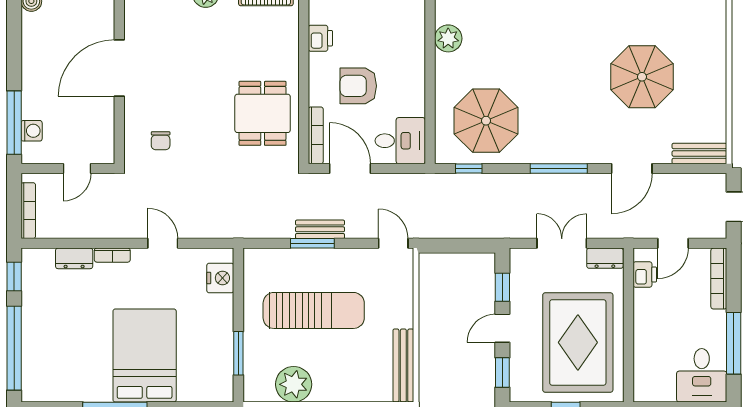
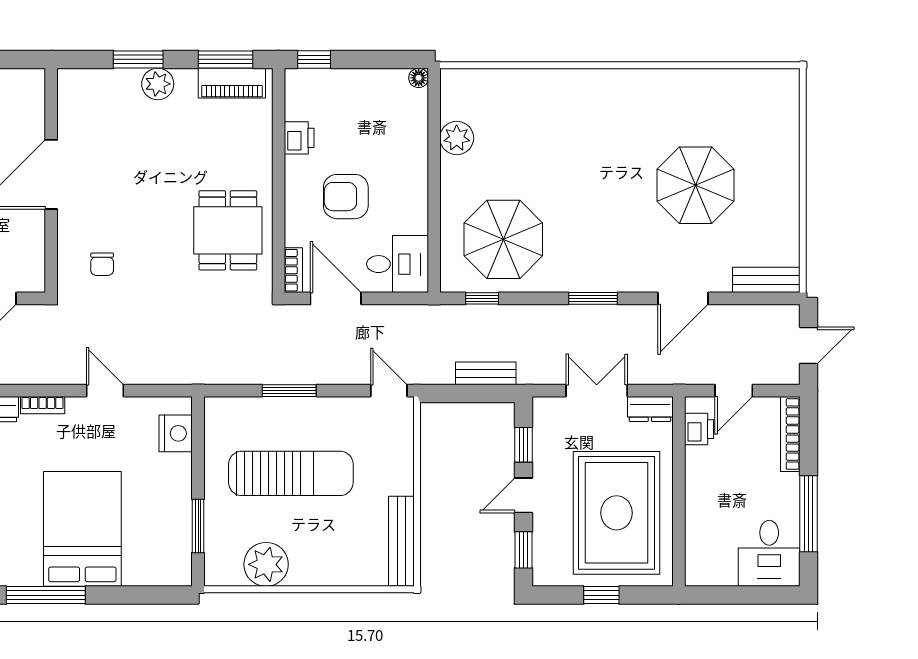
bookcase: (316, 135) -> (293, 270), width x0.64
window: (559, 169) -> (593, 298), width x0.69
bench: (320, 229) -> (486, 373), moved

